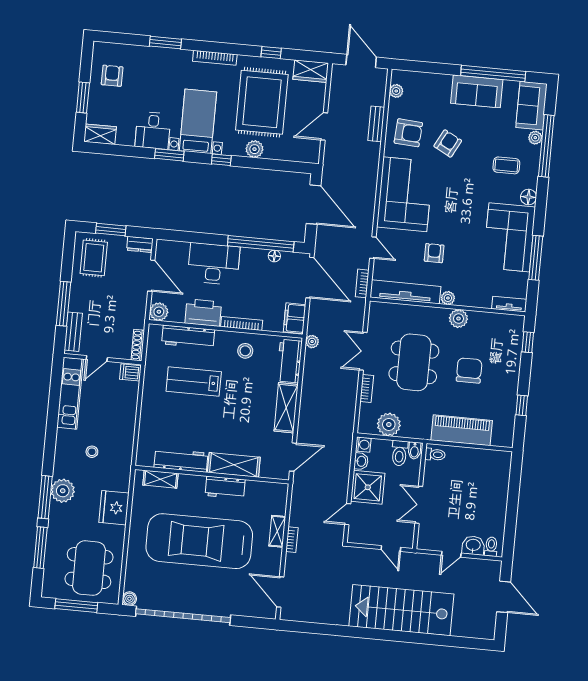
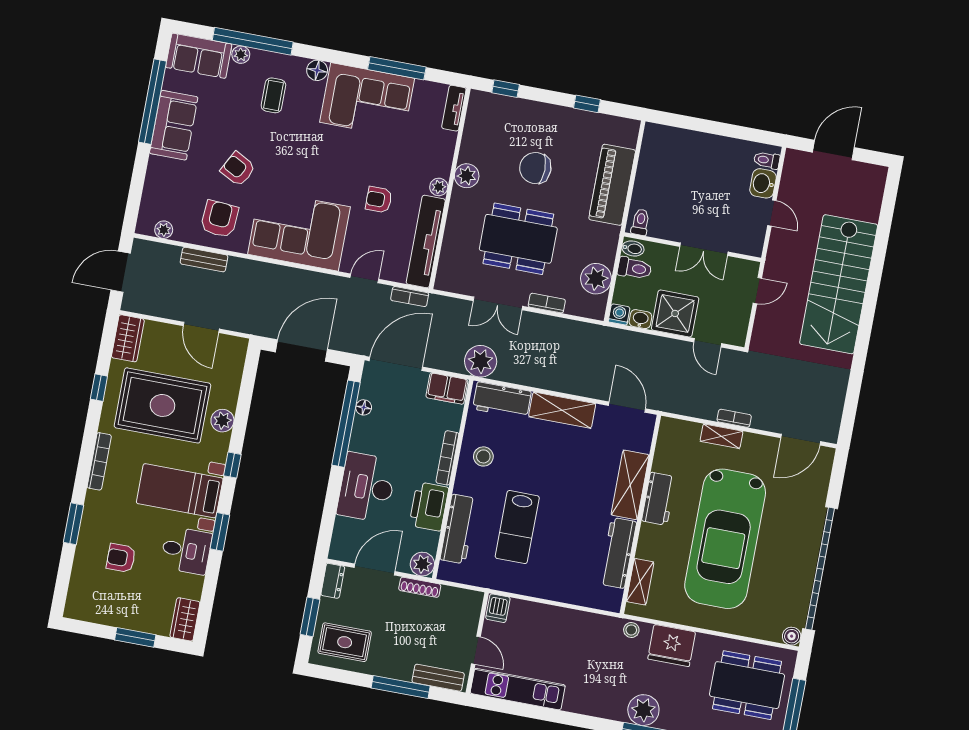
armchair: (112, 76) -> (121, 558), moved
plant: (312, 342) -> (481, 361), width x1.87, depth x1.87
shoe rack: (138, 345) -> (420, 587), moved
stool: (92, 452) -> (631, 630), moved

